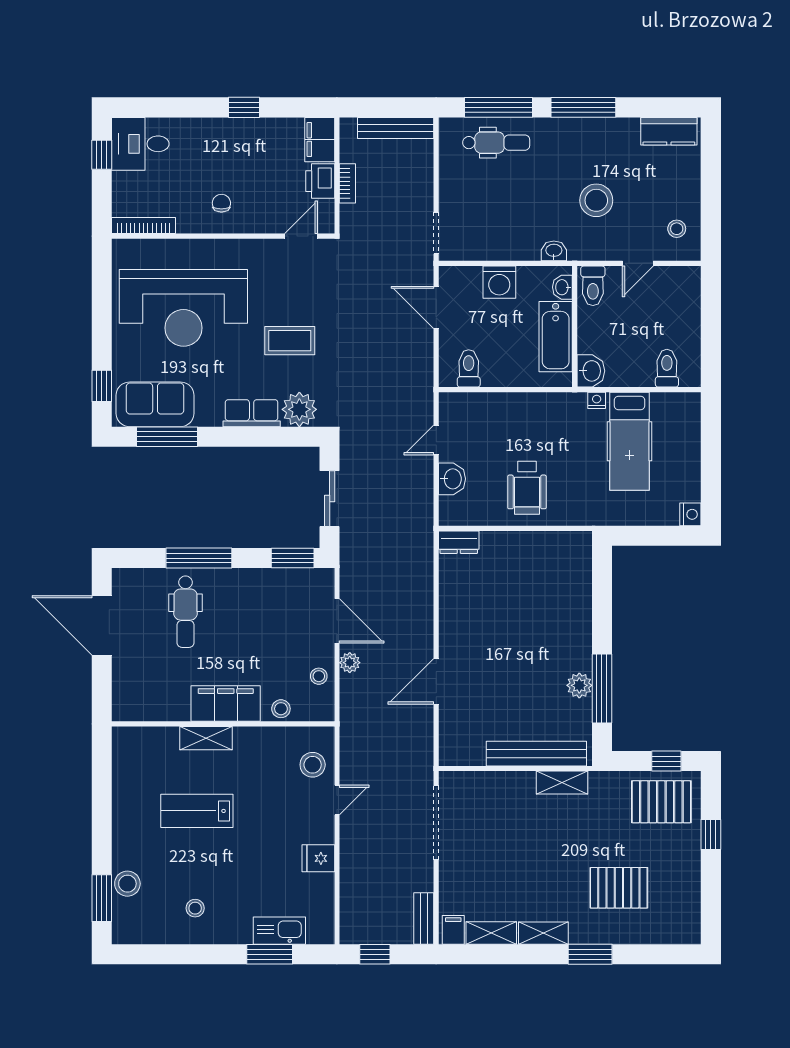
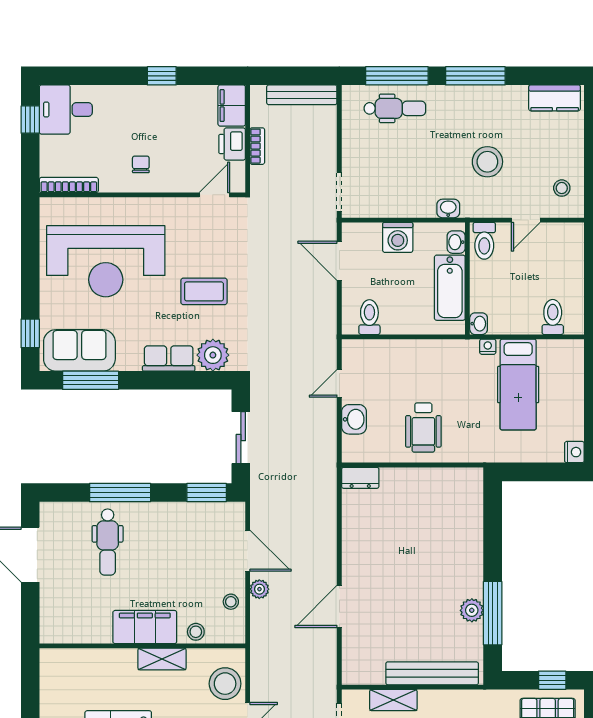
washbasin: (591, 371) -> (479, 324), width x0.72, depth x0.69
shelving: (206, 738) -> (162, 659), moved
stool: (313, 765) -> (225, 684), width x1.38, depth x1.38
shelving: (562, 782) -> (393, 700), moved

